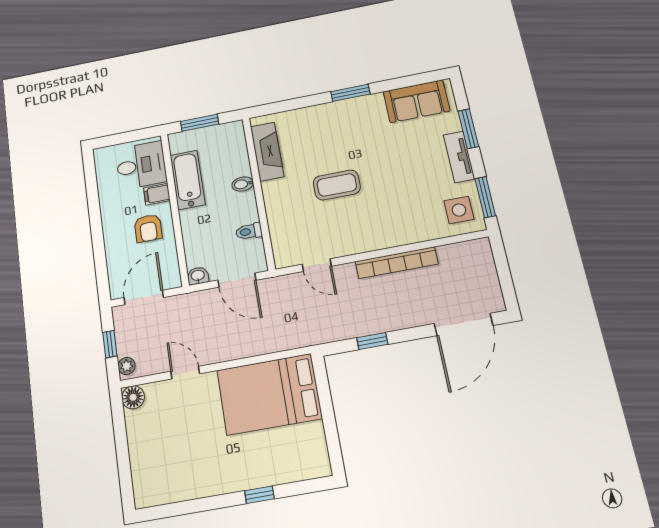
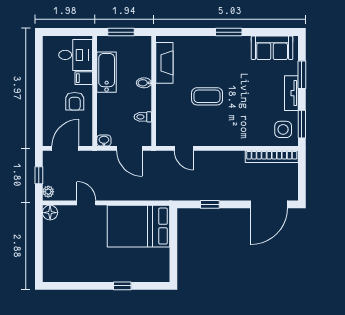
bookcase: (397, 263) -> (272, 157), moved

